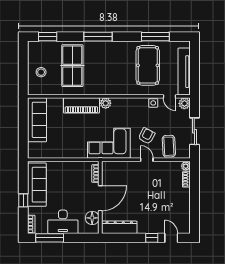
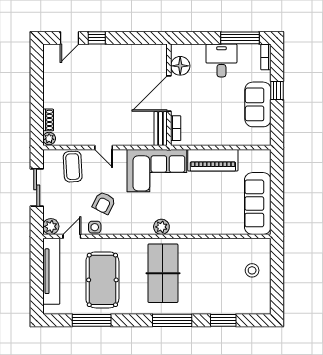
window: (48, 37) -> (223, 320), moved
table tennis table: (72, 66) -> (163, 273), moved
door: (169, 96) -> (72, 236), hinge flipped
piano: (81, 105) -> (213, 160), moved, turned 180
armchair: (147, 136) -> (104, 203), moved
bench: (106, 173) -> (161, 129), added
sofa: (37, 185) -> (258, 104), width x0.73
desk: (63, 222) -> (221, 60), width x0.73
dresser: (119, 227) -> (142, 53), removed
door: (171, 238) -> (69, 38), hinge flipped

